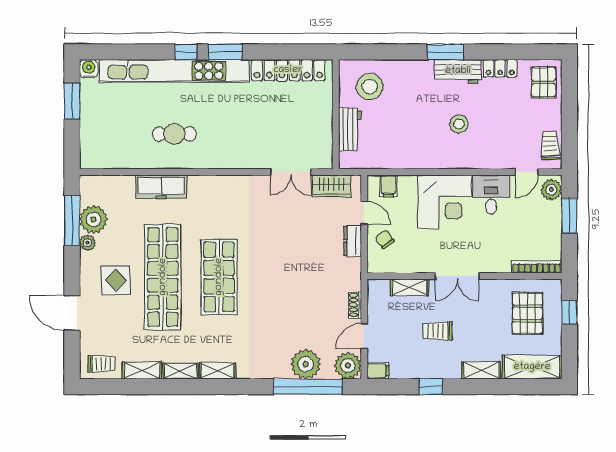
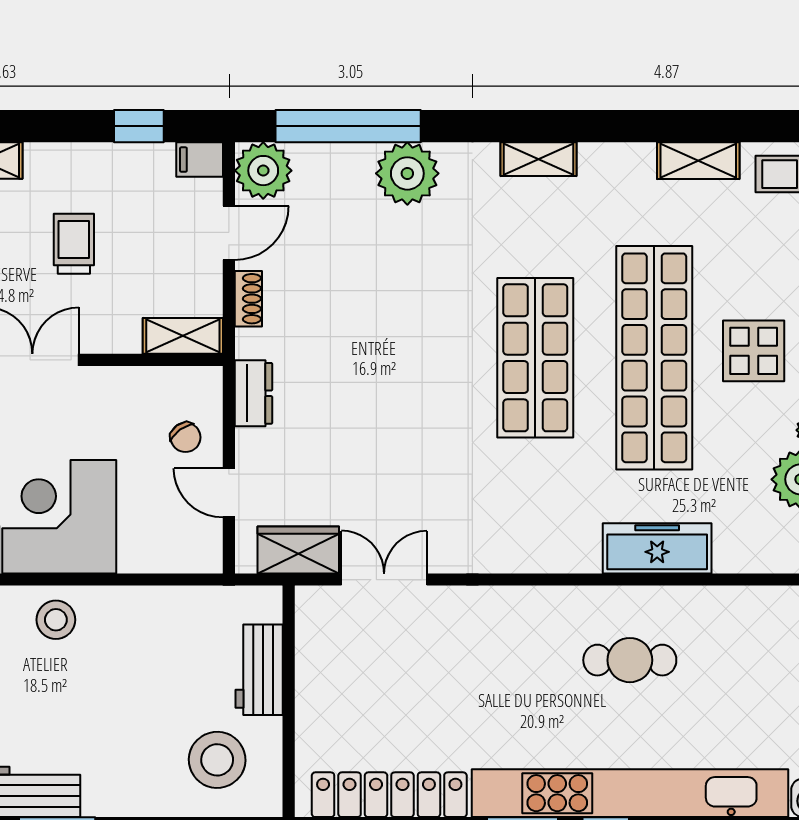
stool: (459, 124) -> (56, 620), moved
filing cabinet: (389, 186) -> (177, 550), removed
dresser: (353, 241) -> (253, 393), moved
shelving: (409, 287) -> (183, 336), moved
trolley: (438, 331) -> (74, 244), turned -90
plant: (306, 364) -> (407, 173), moved
shelving: (181, 371) -> (617, 159), removed
window: (431, 387) -> (139, 126), moved

